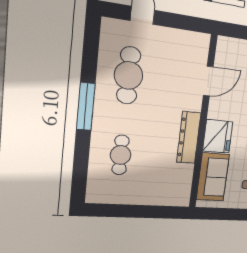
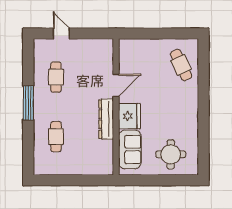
cafe table: (129, 75) -> (56, 77), width x0.73, depth x0.74
door: (208, 81) -> (116, 85), moved

